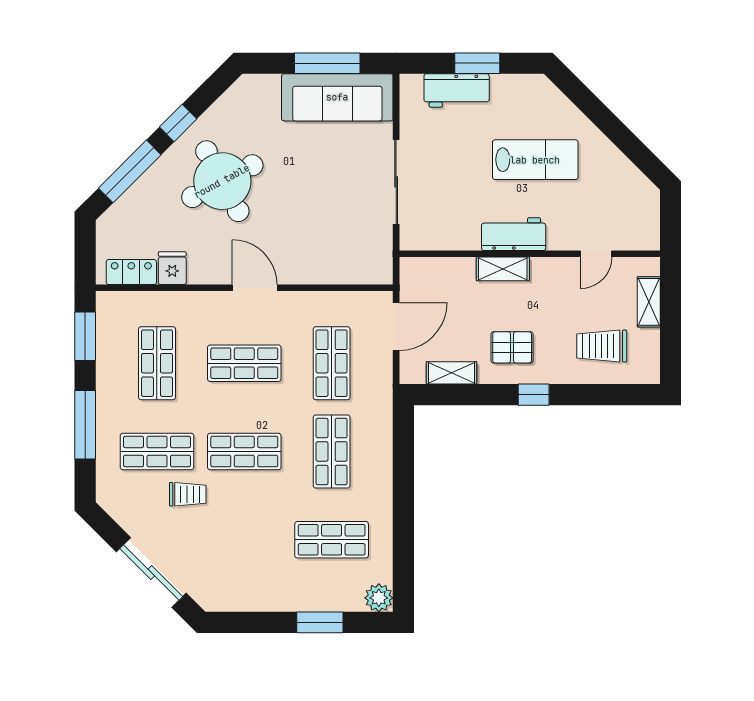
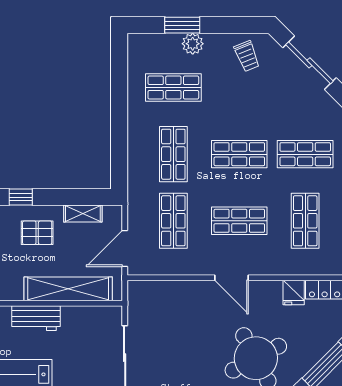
shelving: (503, 269) -> (68, 289), width x2.20, depth x1.33
trolley: (188, 494) -> (247, 56), moved, turned -112
plant: (379, 598) -> (193, 44), moved

